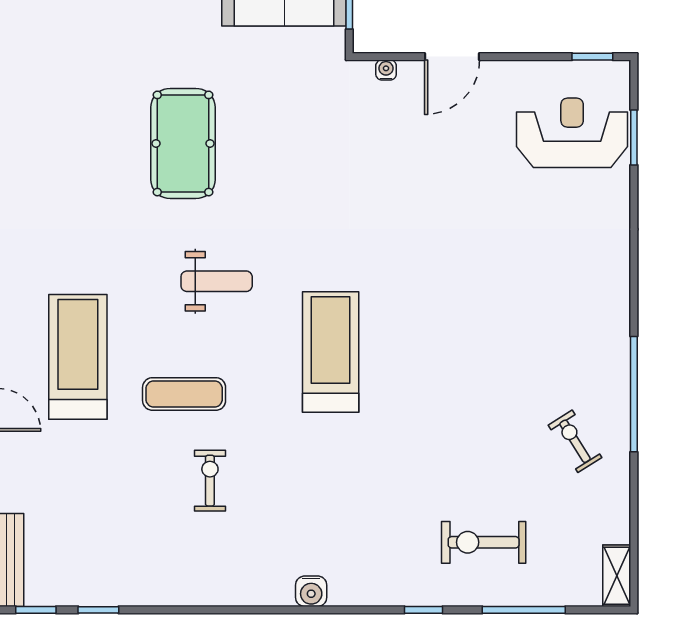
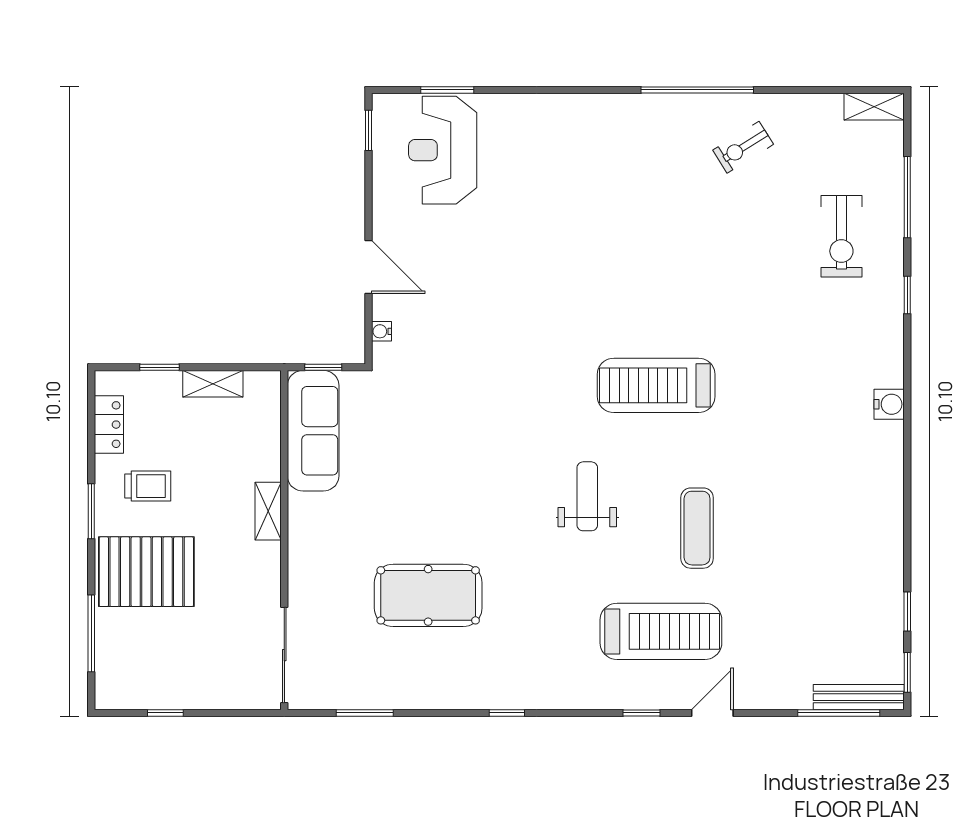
pool table: (183, 143) -> (428, 595), moved
treadmill: (78, 357) -> (661, 631), turned 180
exercise bike: (210, 481) -> (781, 503), removed

